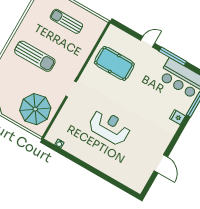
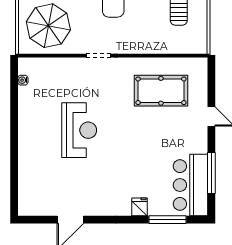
window: (173, 56) -> (211, 173), moved
pool table: (114, 63) -> (161, 91), turned 90

